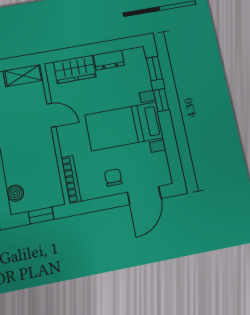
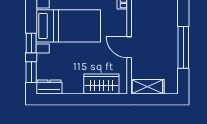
dresser: (109, 60) -> (49, 87), moved

